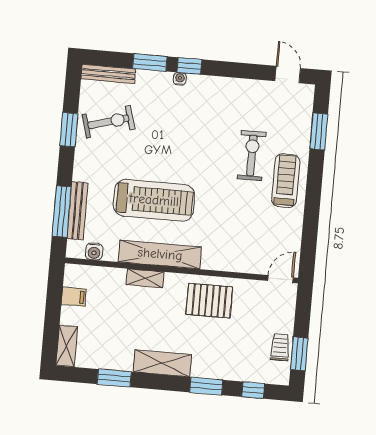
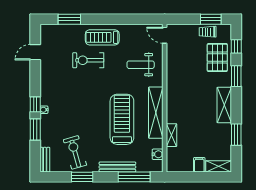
bench: (108, 74) -> (45, 160), width x0.73
door: (288, 75) -> (35, 52), moved
bench: (77, 211) -> (117, 167), moved
weight bench: (237, 237) -> (141, 65), added
shelving: (145, 278) -> (172, 135), moved
filing cabinet: (74, 297) -> (199, 165), moved
pallet: (209, 301) -> (217, 58), moved

